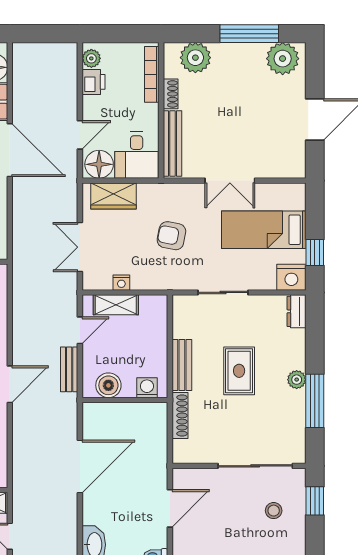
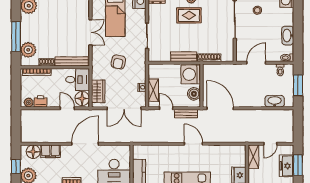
window: (249, 34) -> (16, 37), moved
door: (10, 150) -> (85, 144), moved
double door: (80, 247) -> (124, 108), width x1.37
rug: (239, 371) -> (189, 15), moved
washing machine: (147, 388) -> (191, 74), width x1.89, depth x1.89
door: (80, 467) -> (220, 108), moved
door: (170, 508) -> (256, 63), hinge flipped

